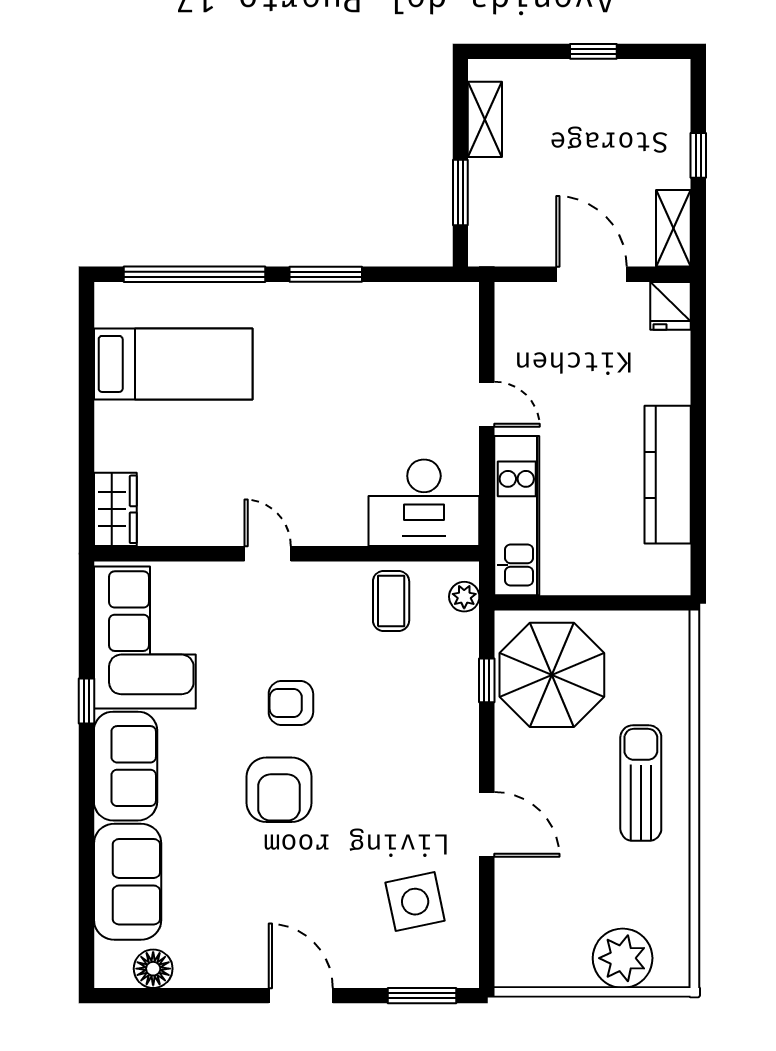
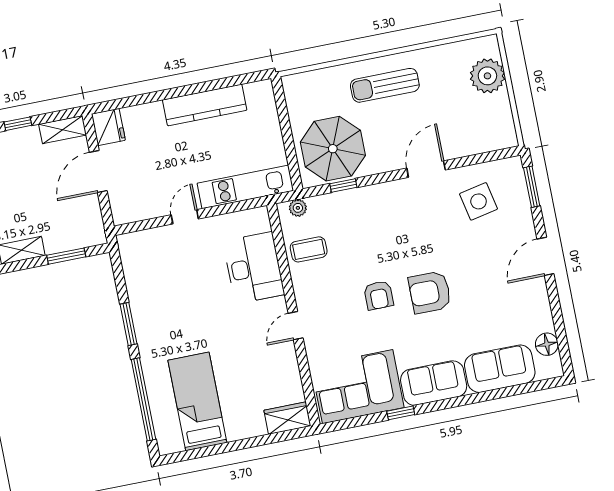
fridge: (670, 306) -> (108, 127), width x1.38
desk: (424, 503) -> (254, 268), moved
armchair: (279, 790) -> (430, 292), turned 180

